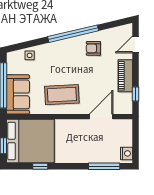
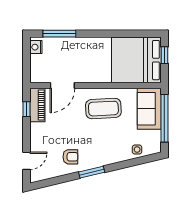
window: (73, 34) -> (92, 172), width x0.47
piano: (125, 76) -> (37, 105), moved
window: (40, 166) -> (126, 34), removed

